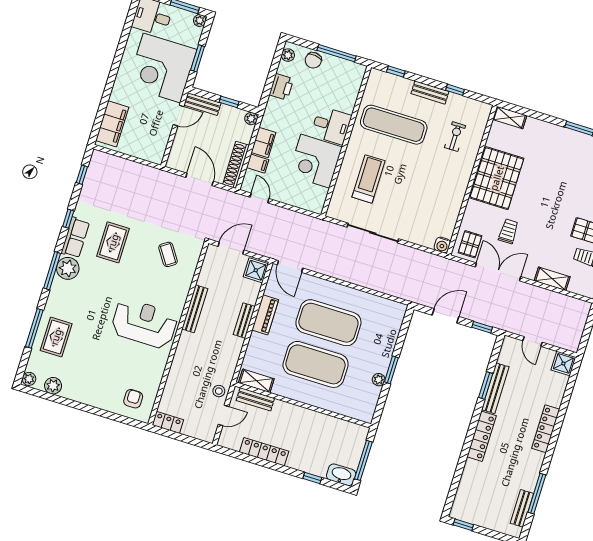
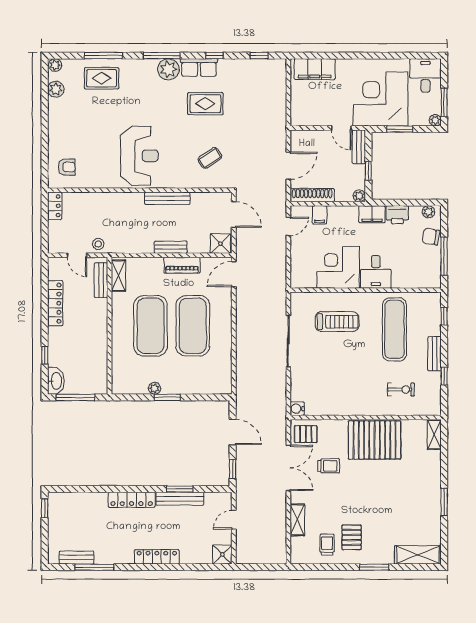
filing cabinet: (264, 143) -> (372, 214), moved

